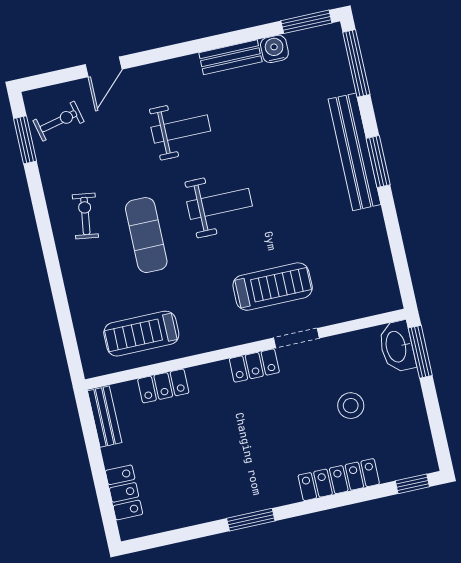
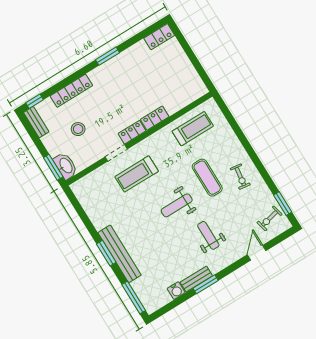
window: (306, 22) -> (206, 284), moved
weight bench: (181, 129) -> (208, 235), turned 90
locker: (163, 386) -> (155, 118), moved
bench: (105, 417) -> (36, 122), moved
locker: (124, 492) -> (159, 37), moved, turned -90

